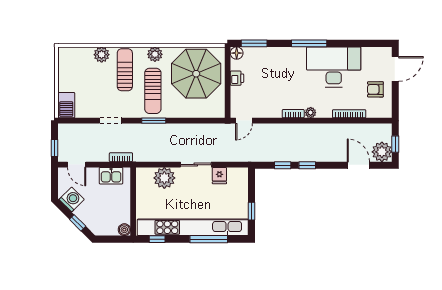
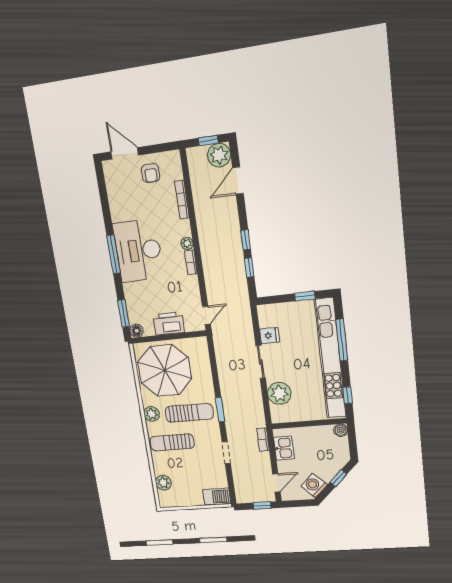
plant: (102, 55) -> (163, 483), moved
desk: (334, 67) -> (138, 251), moved
printer: (237, 78) -> (169, 324), width x1.87, depth x1.48
door: (244, 121) -> (206, 315), hinge flipped

